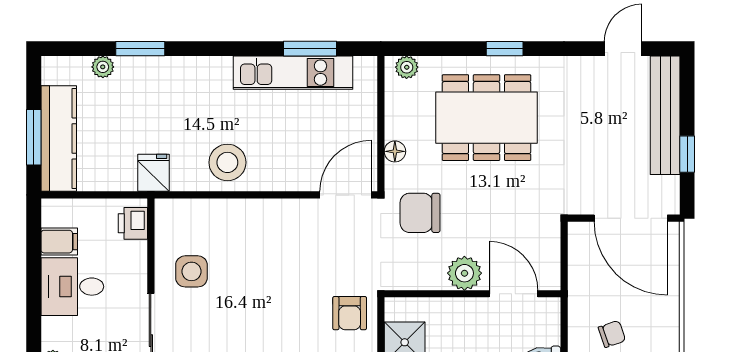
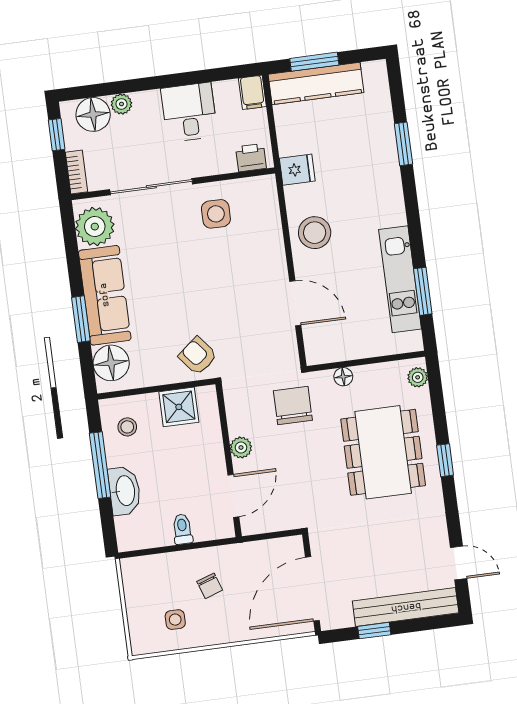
plant: (103, 67) -> (383, 114), removed
door: (346, 195) -> (295, 303), moved
filing cabinet: (59, 242) -> (252, 92), moved
plant: (464, 273) -> (241, 447), width x0.73, depth x0.73
armchair: (350, 313) -> (198, 356), turned 51

